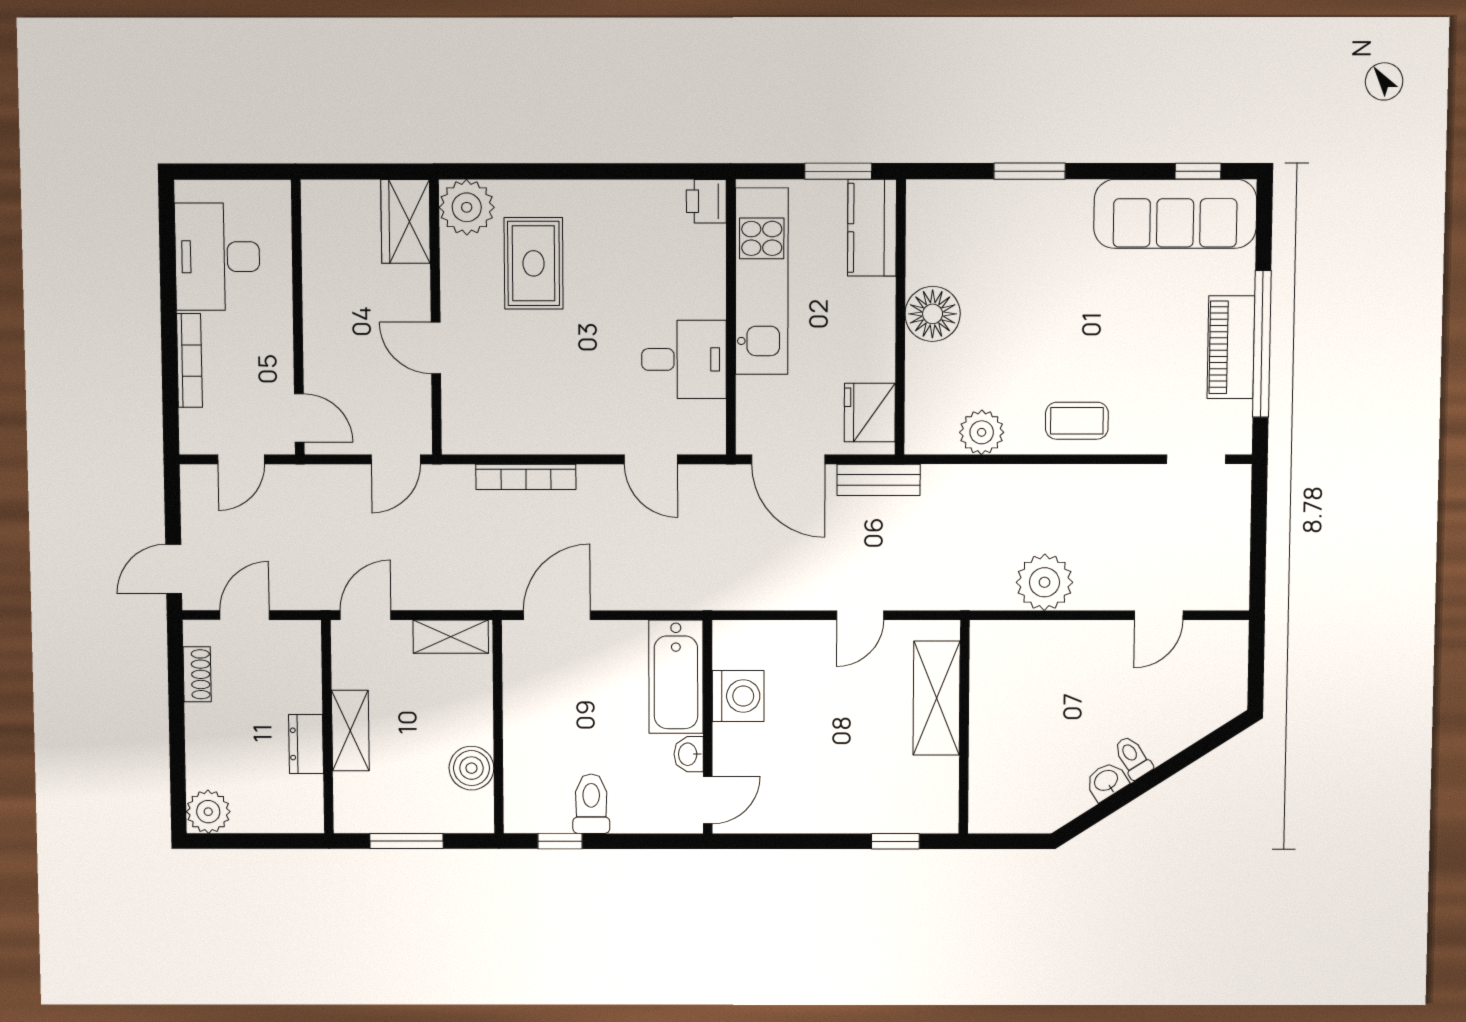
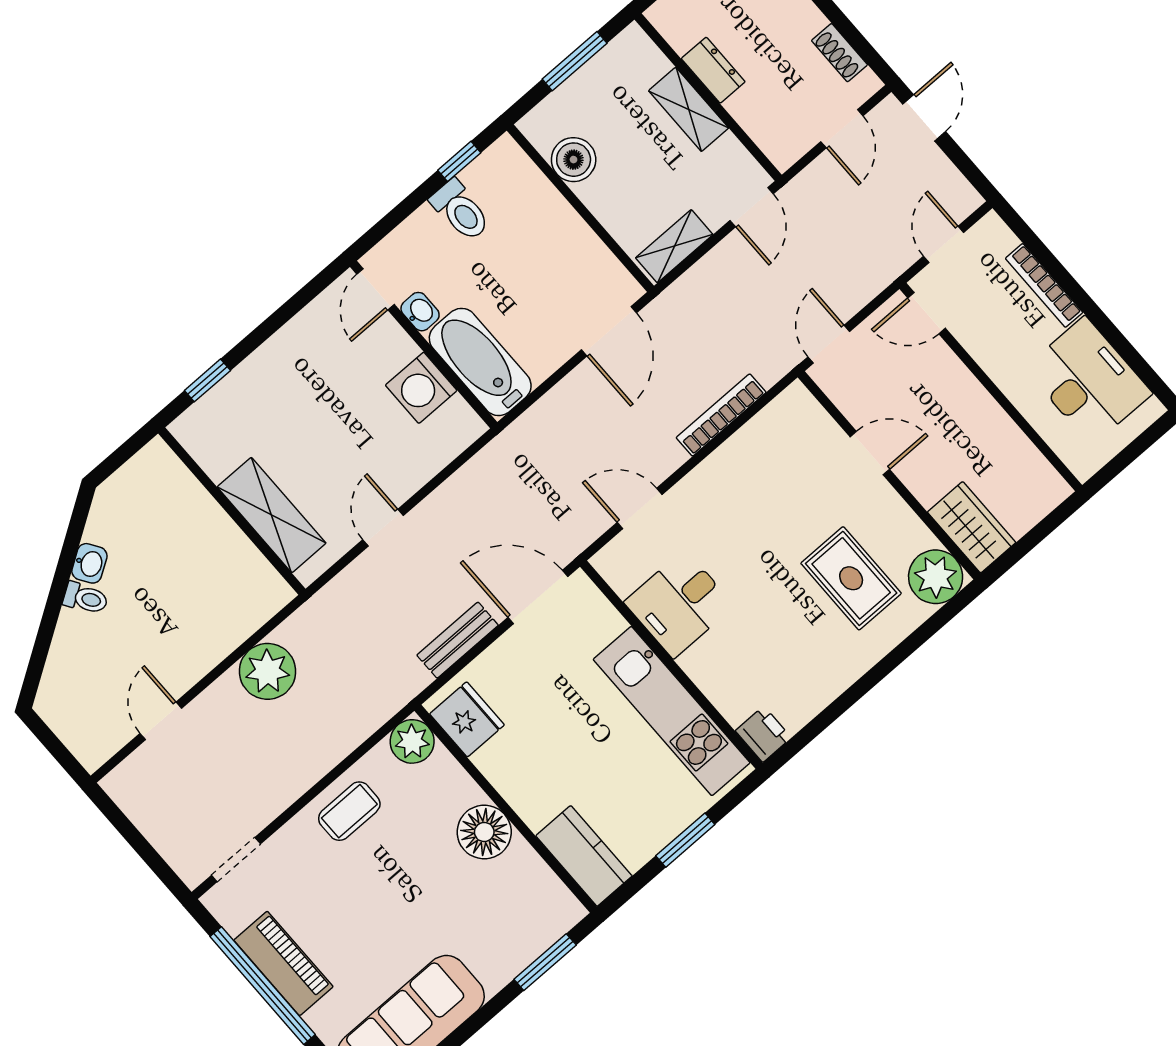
kitchen counter: (872, 228) -> (584, 856), moved
floor lamp: (933, 314) -> (484, 832), moved
wall: (900, 318) -> (506, 809), moved
fridge: (870, 413) -> (467, 719), moved

